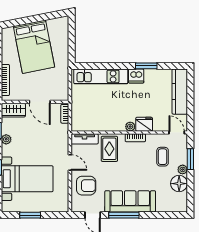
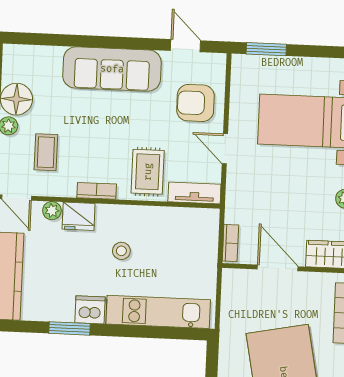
stool: (121, 107) -> (121, 251), added
plant: (130, 127) -> (52, 211), moved
window: (30, 215) -> (266, 49), moved
window: (124, 215) -> (125, 43), removed

